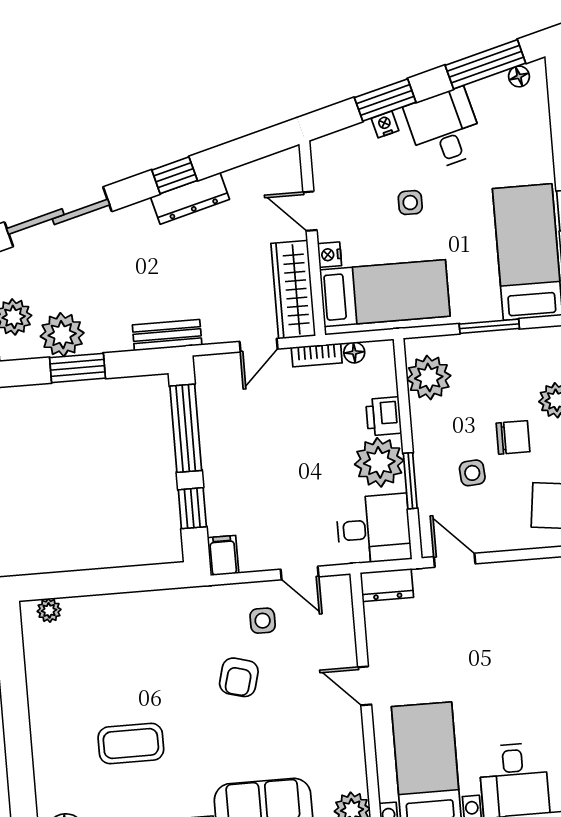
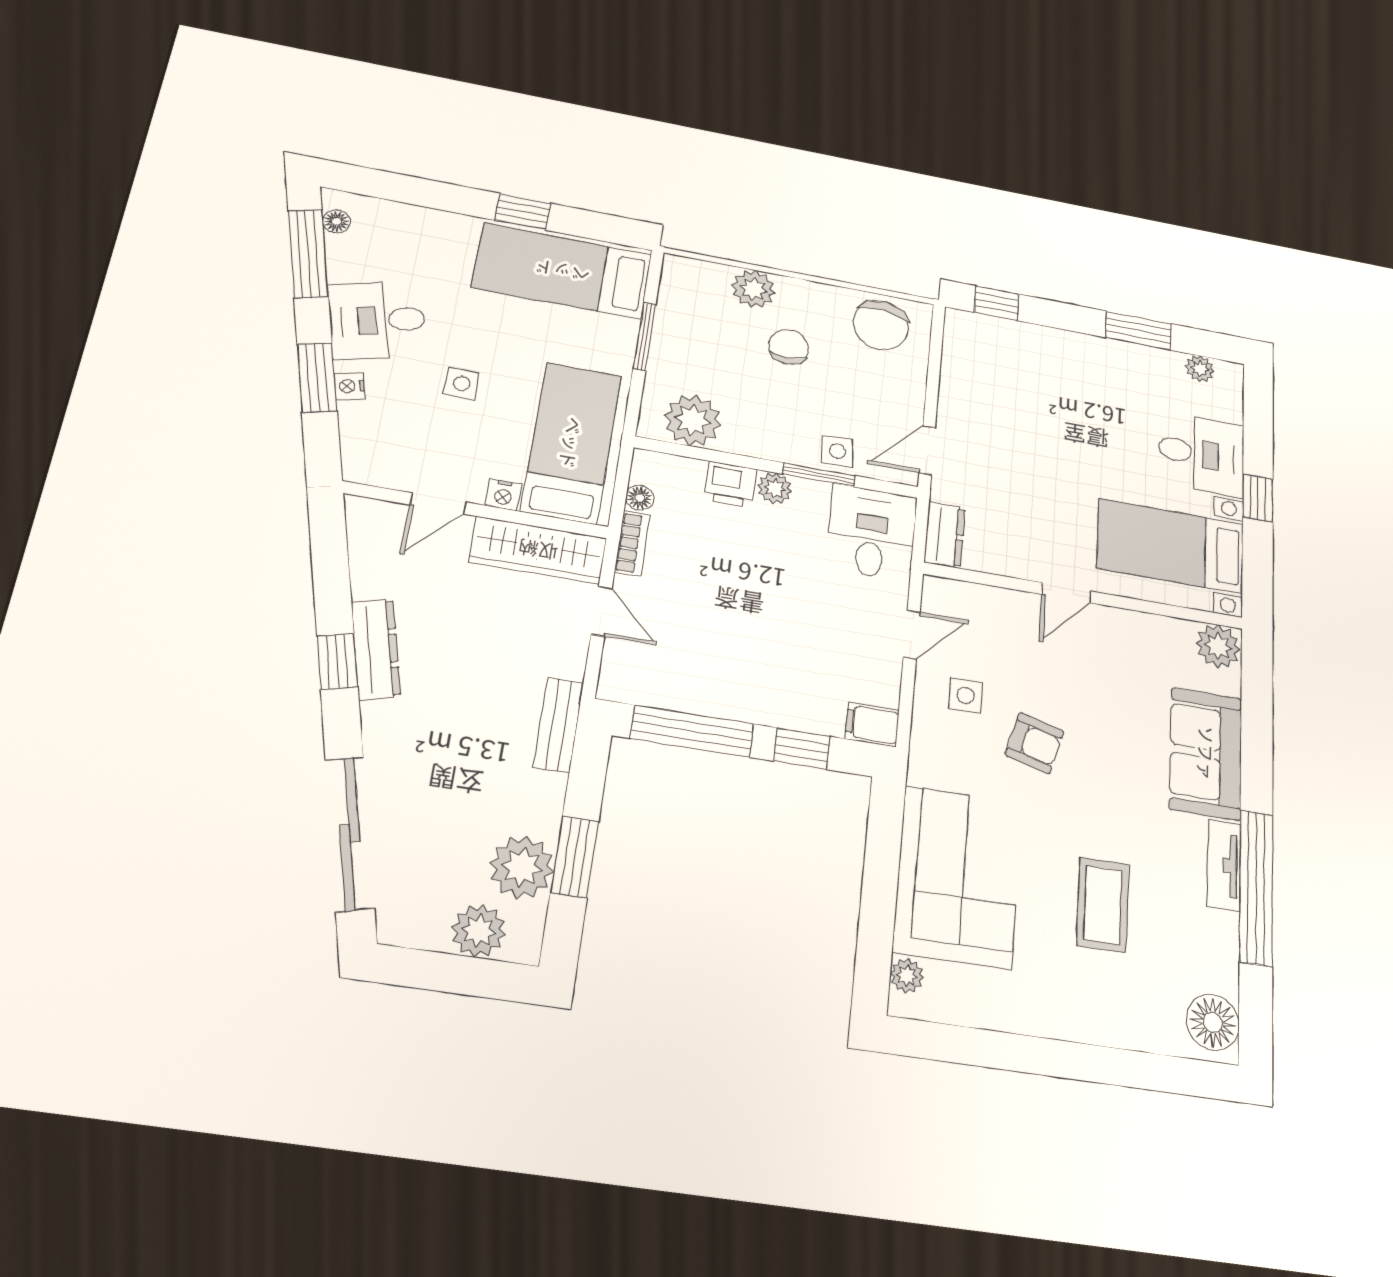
plant: (379, 462) -> (775, 488), width x0.53, depth x0.53
side table: (472, 473) -> (837, 451), moved
corner sofa: (127, 635) -> (958, 876), added

